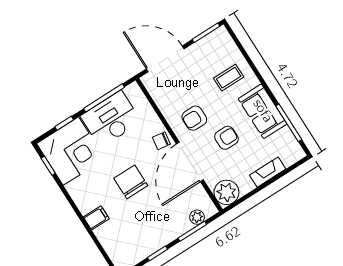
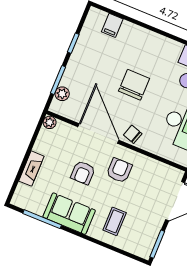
chair: (161, 141) -> (133, 134), turned -81
chair: (131, 182) -> (134, 85), turned -90
plant: (226, 192) -> (50, 122), width x0.53, depth x0.53
filing cabinet: (96, 218) -> (112, 25), moved

